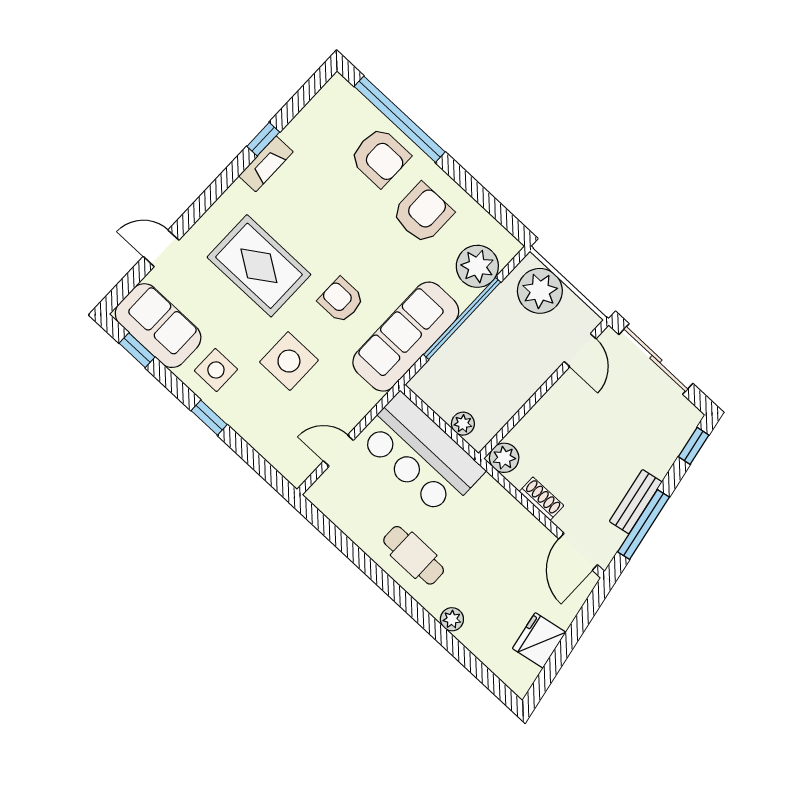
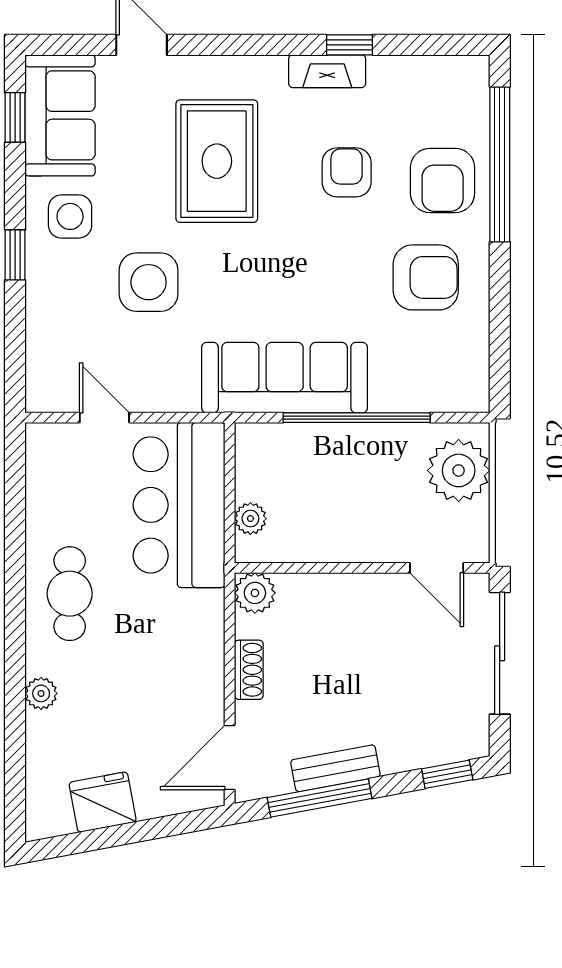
plant: (477, 266) -> (424, 384), removed
armchair: (341, 300) -> (347, 172), moved
door: (580, 350) -> (437, 568), hinge flipped

